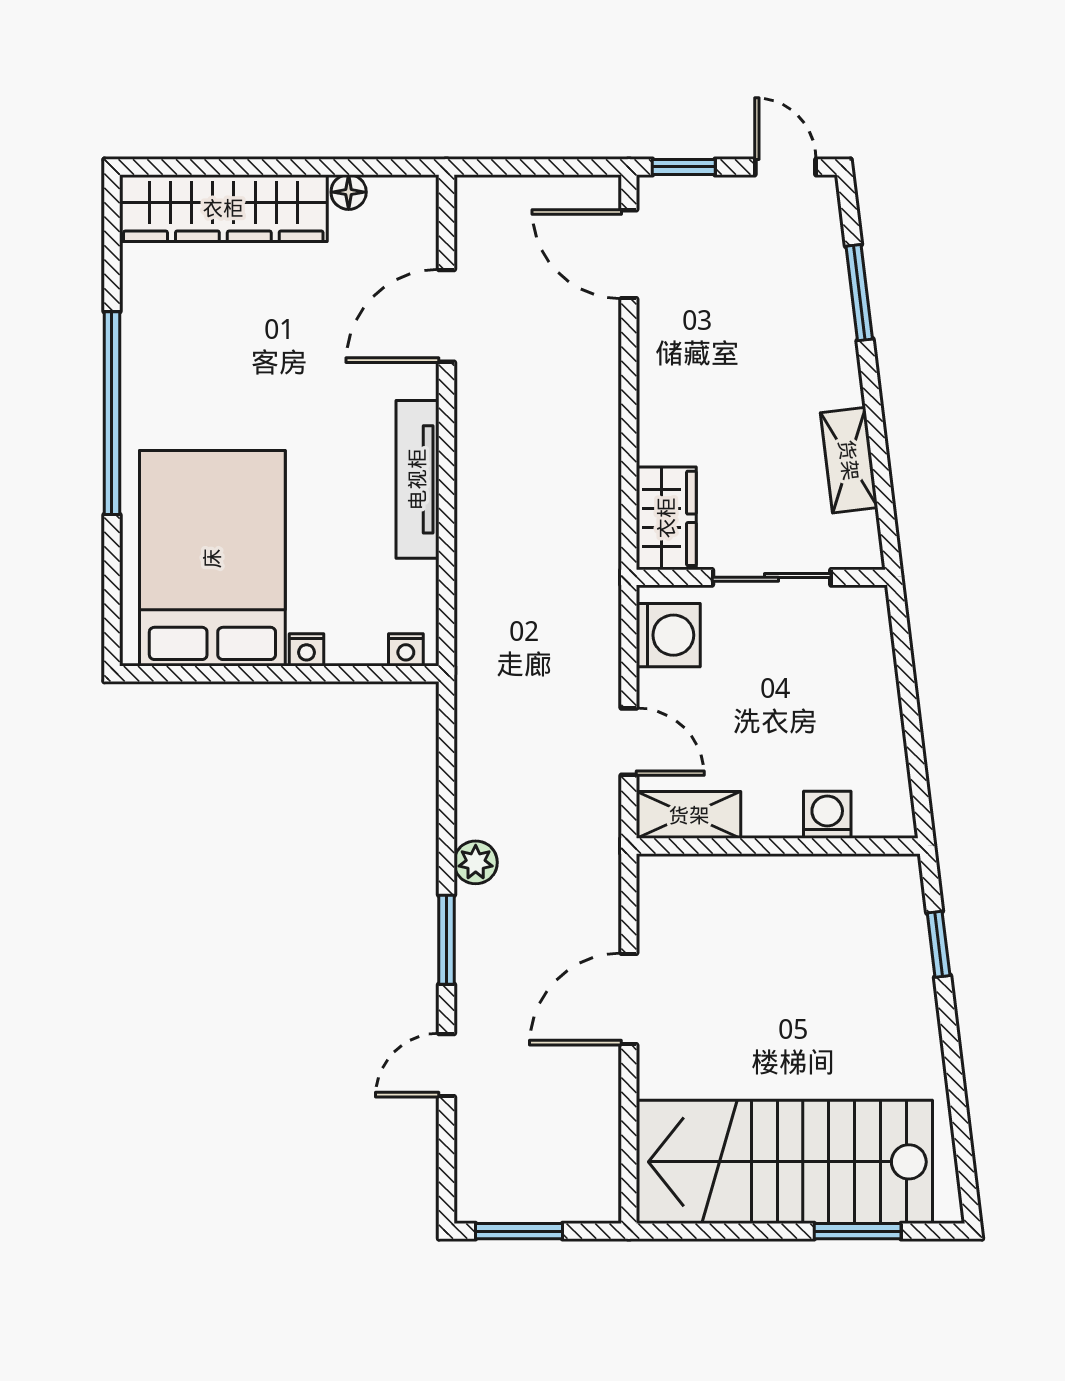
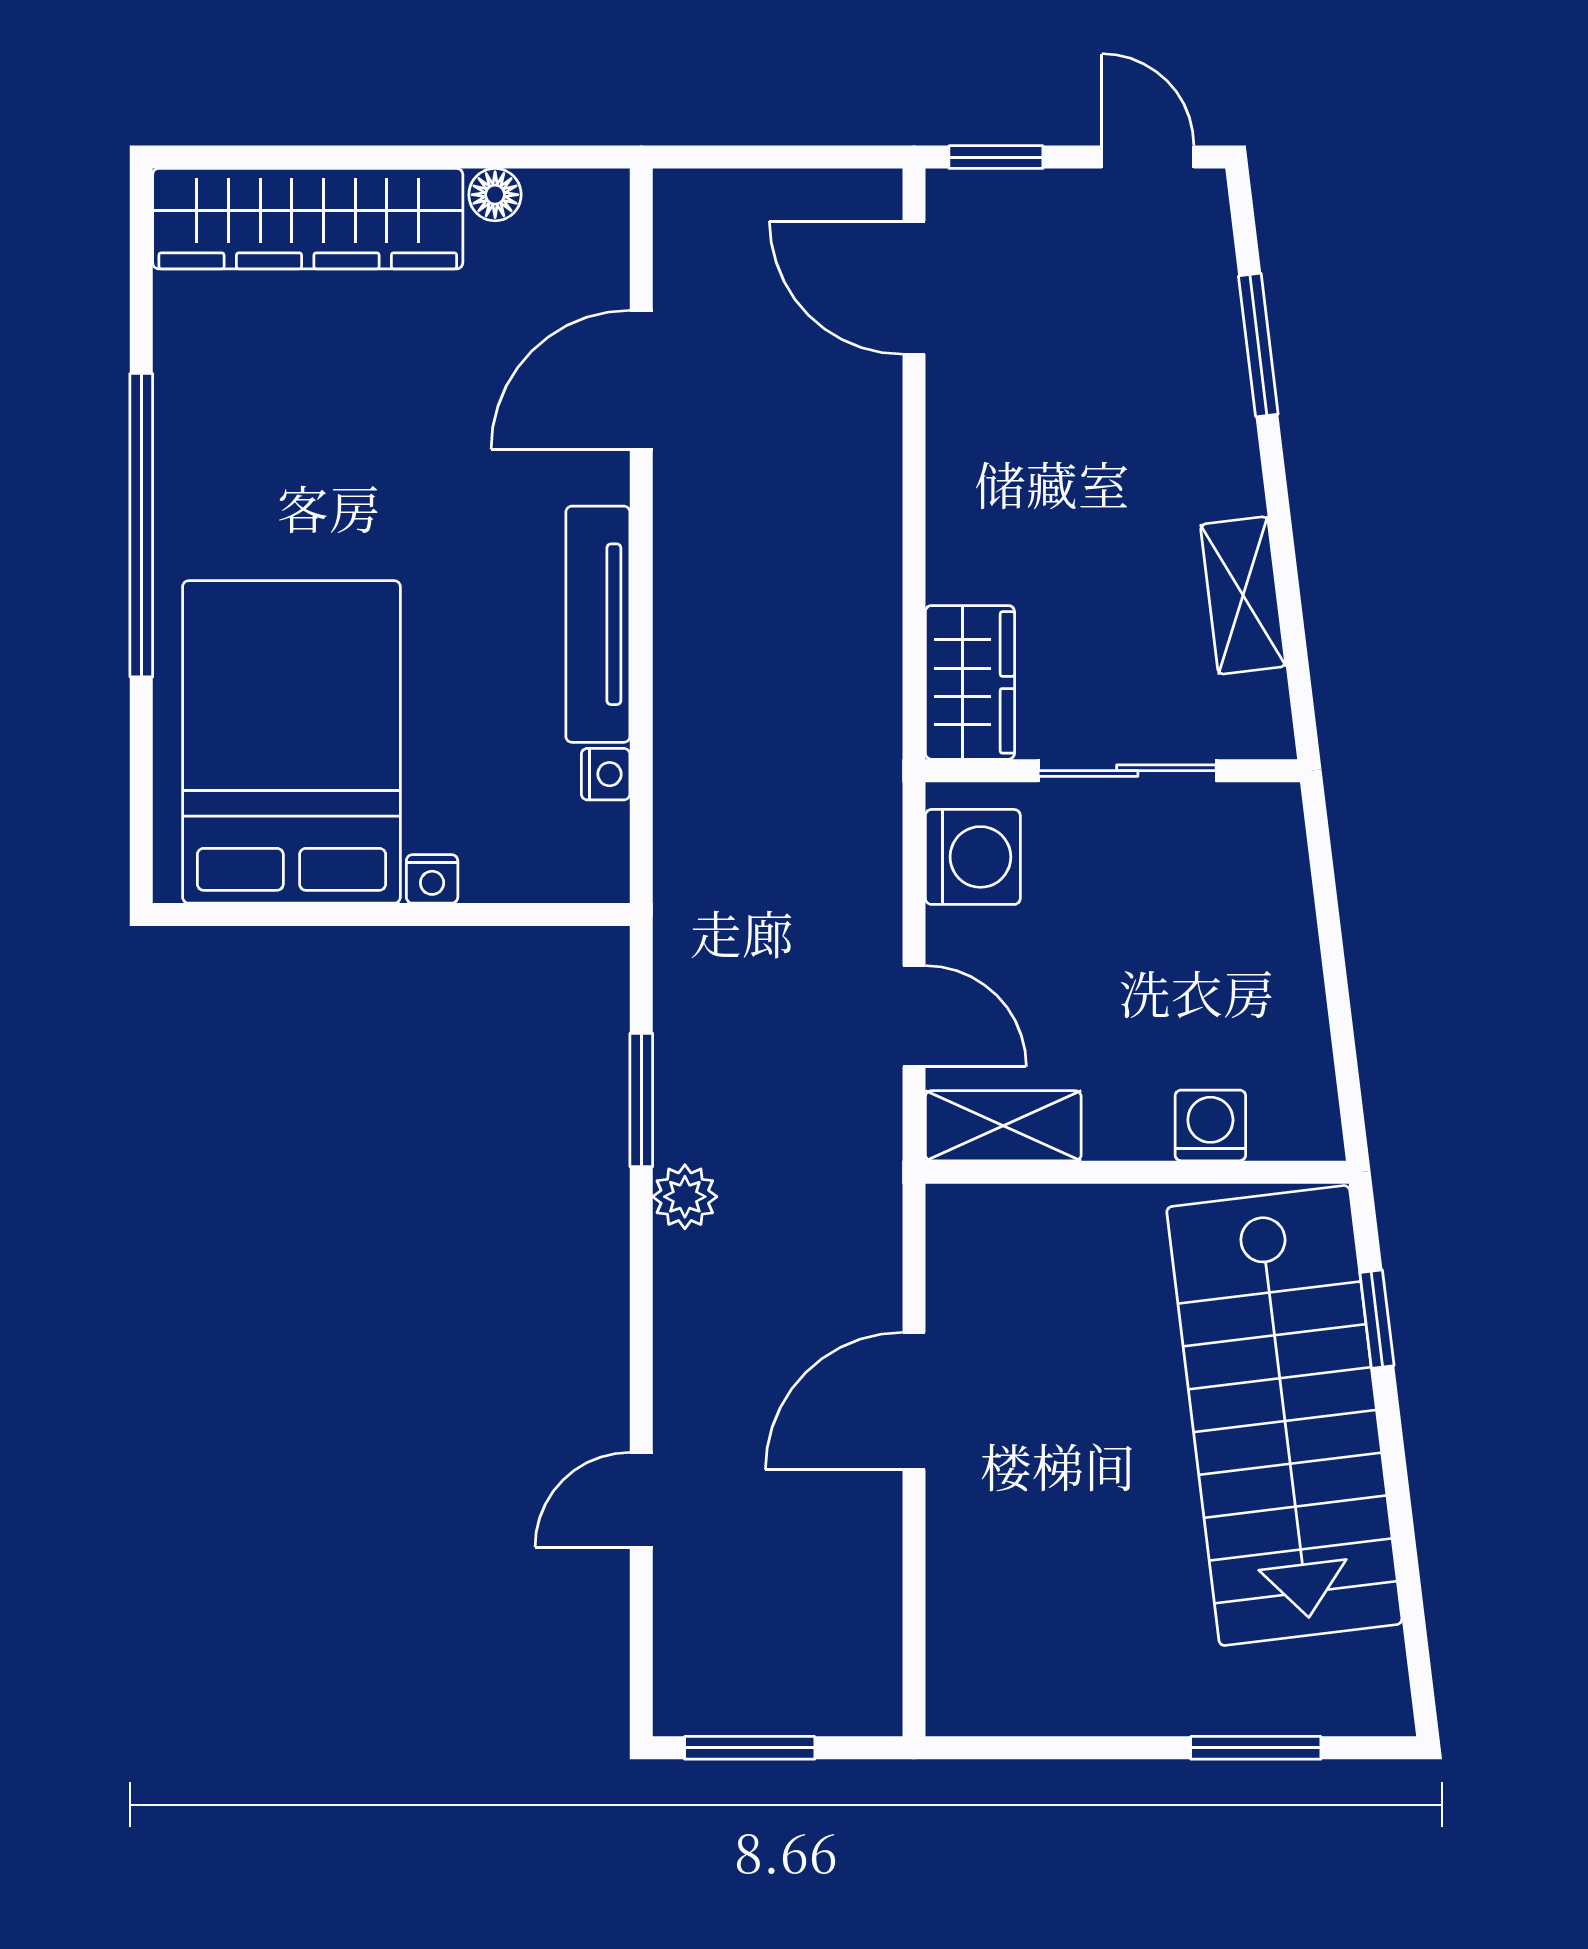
nightstand: (406, 650) -> (606, 774), moved, turned -90
window: (446, 940) -> (641, 1100), moved
stairs: (784, 1162) -> (1284, 1416), moved, turned -97

